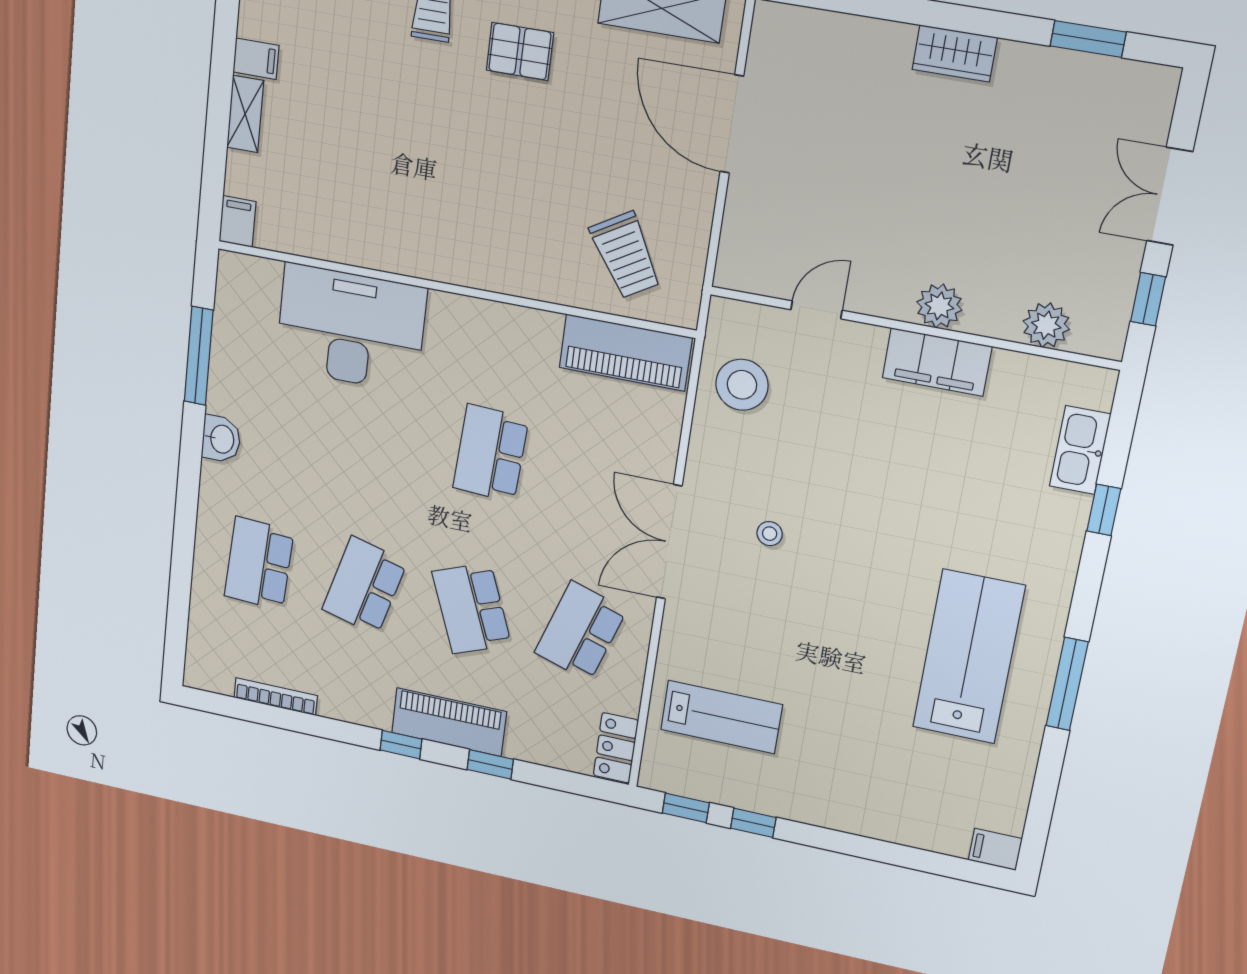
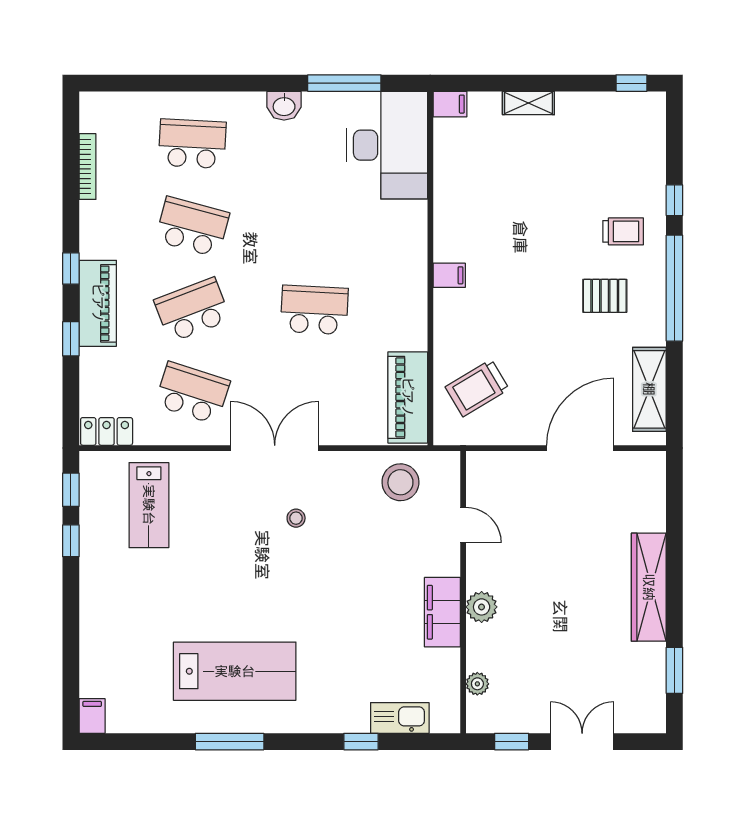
pallet: (520, 51) -> (605, 296), turned 90
wardrobe: (955, 53) -> (649, 587), width x2.10, depth x1.17
filing cabinet: (256, 59) -> (449, 275), moved, turned -90
plant: (1046, 325) -> (477, 684), width x0.73, depth x0.73
desk: (351, 328) -> (387, 145), moved

